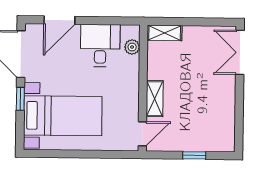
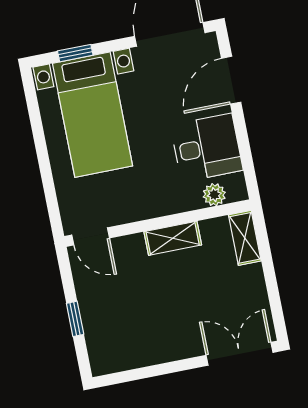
door: (59, 20) -> (231, 80), hinge flipped
window: (20, 99) -> (75, 53), moved
shelving: (155, 99) -> (173, 238), moved

